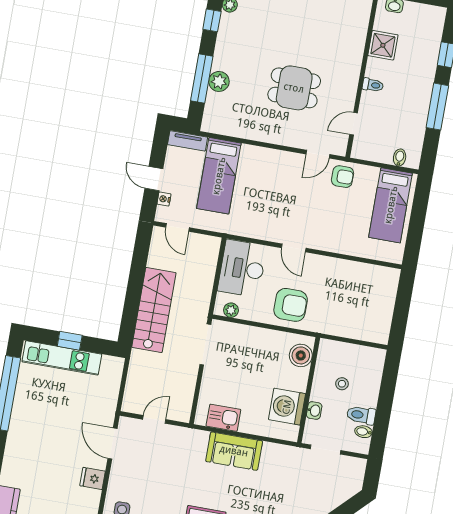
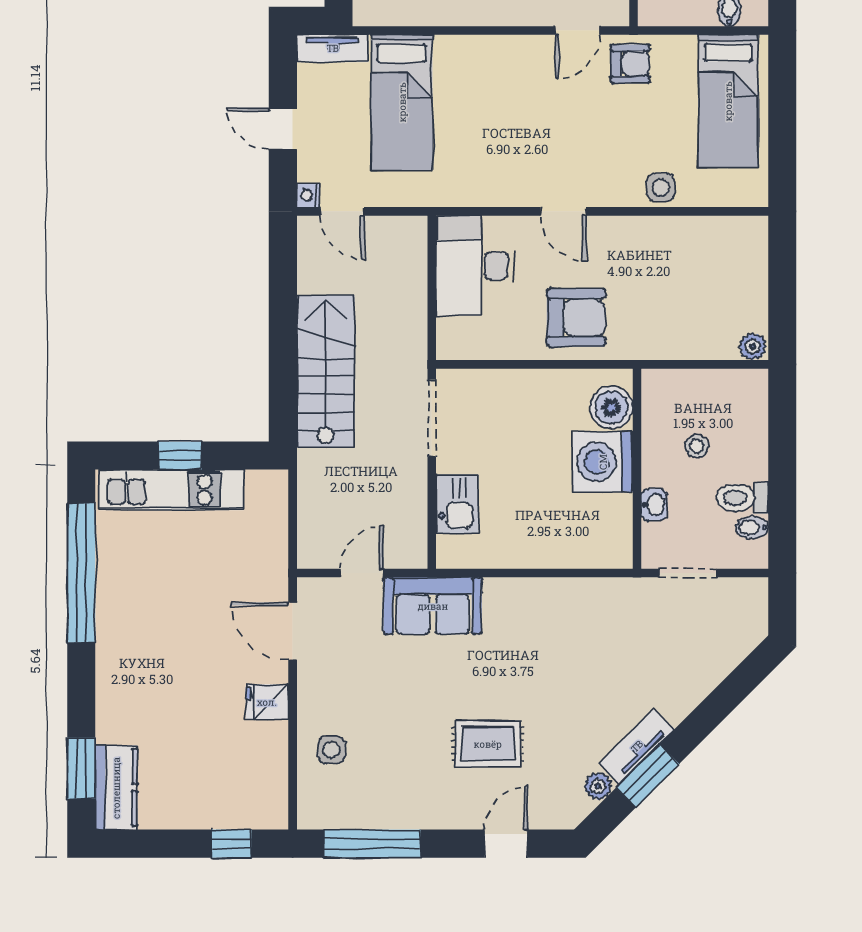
nightstand: (164, 199) -> (308, 195), moved
side table: (347, 244) -> (661, 187), added
plant: (231, 310) -> (753, 347), moved
washing machine: (287, 407) -> (603, 462), moved
kitchen sink: (223, 418) -> (457, 504), moved, turned 90
sofa: (234, 451) -> (433, 606), moved

